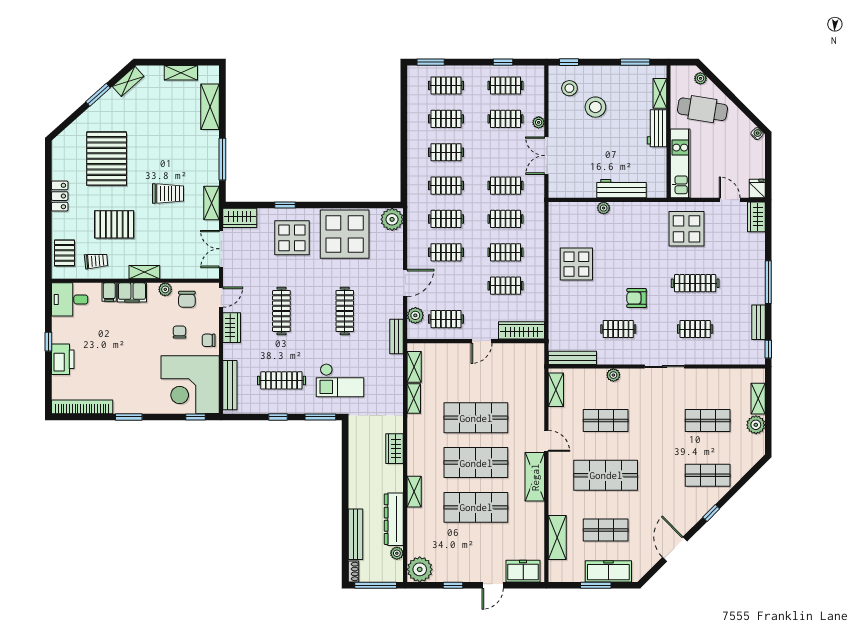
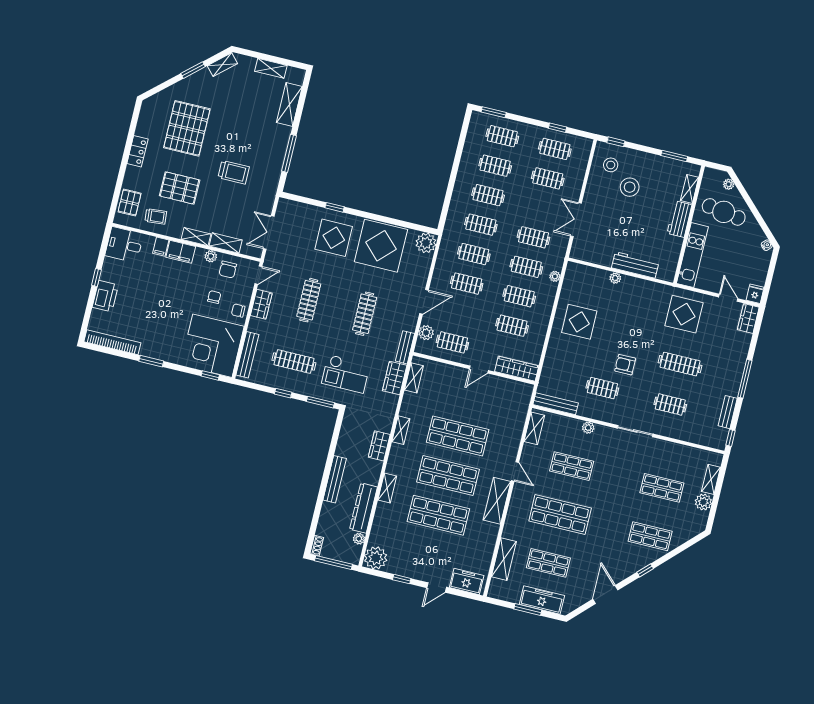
plant: (539, 122) -> (555, 276), moved
shelving: (212, 203) -> (226, 243), moved, turned 90
wardrobe: (240, 218) -> (395, 378), moved, turned 90
shelving: (414, 398) -> (401, 430), moved
bench: (355, 534) -> (335, 479), moved

